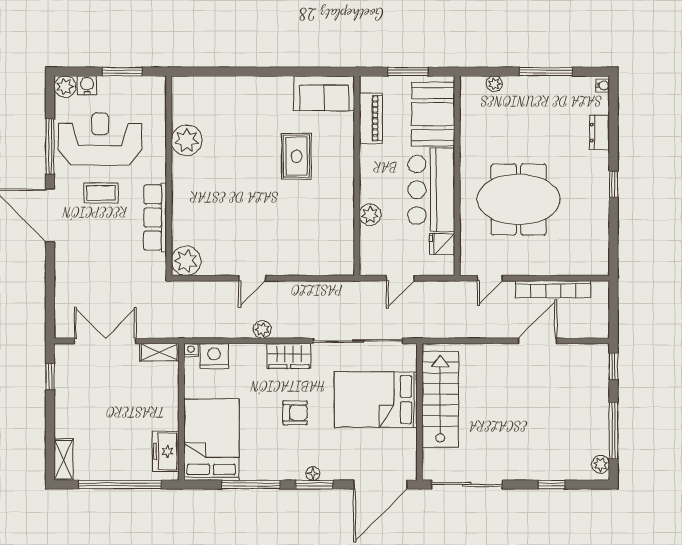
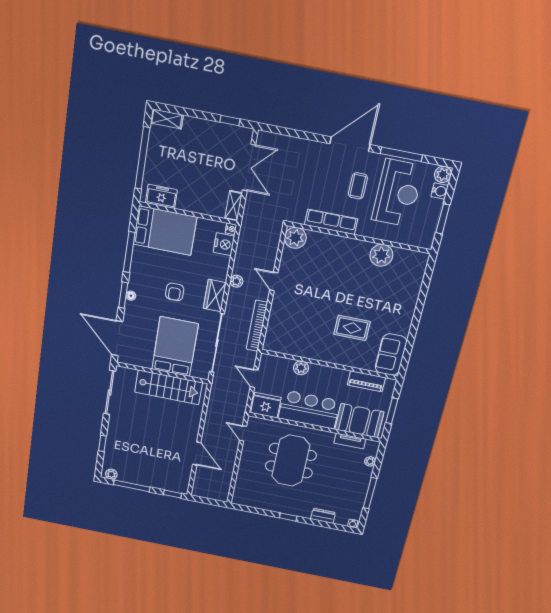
tv unit: (468, 120) -> (350, 441), added
fridge: (442, 244) -> (266, 405), width x1.88, depth x1.34
bookcase: (553, 289) -> (257, 326), moved

